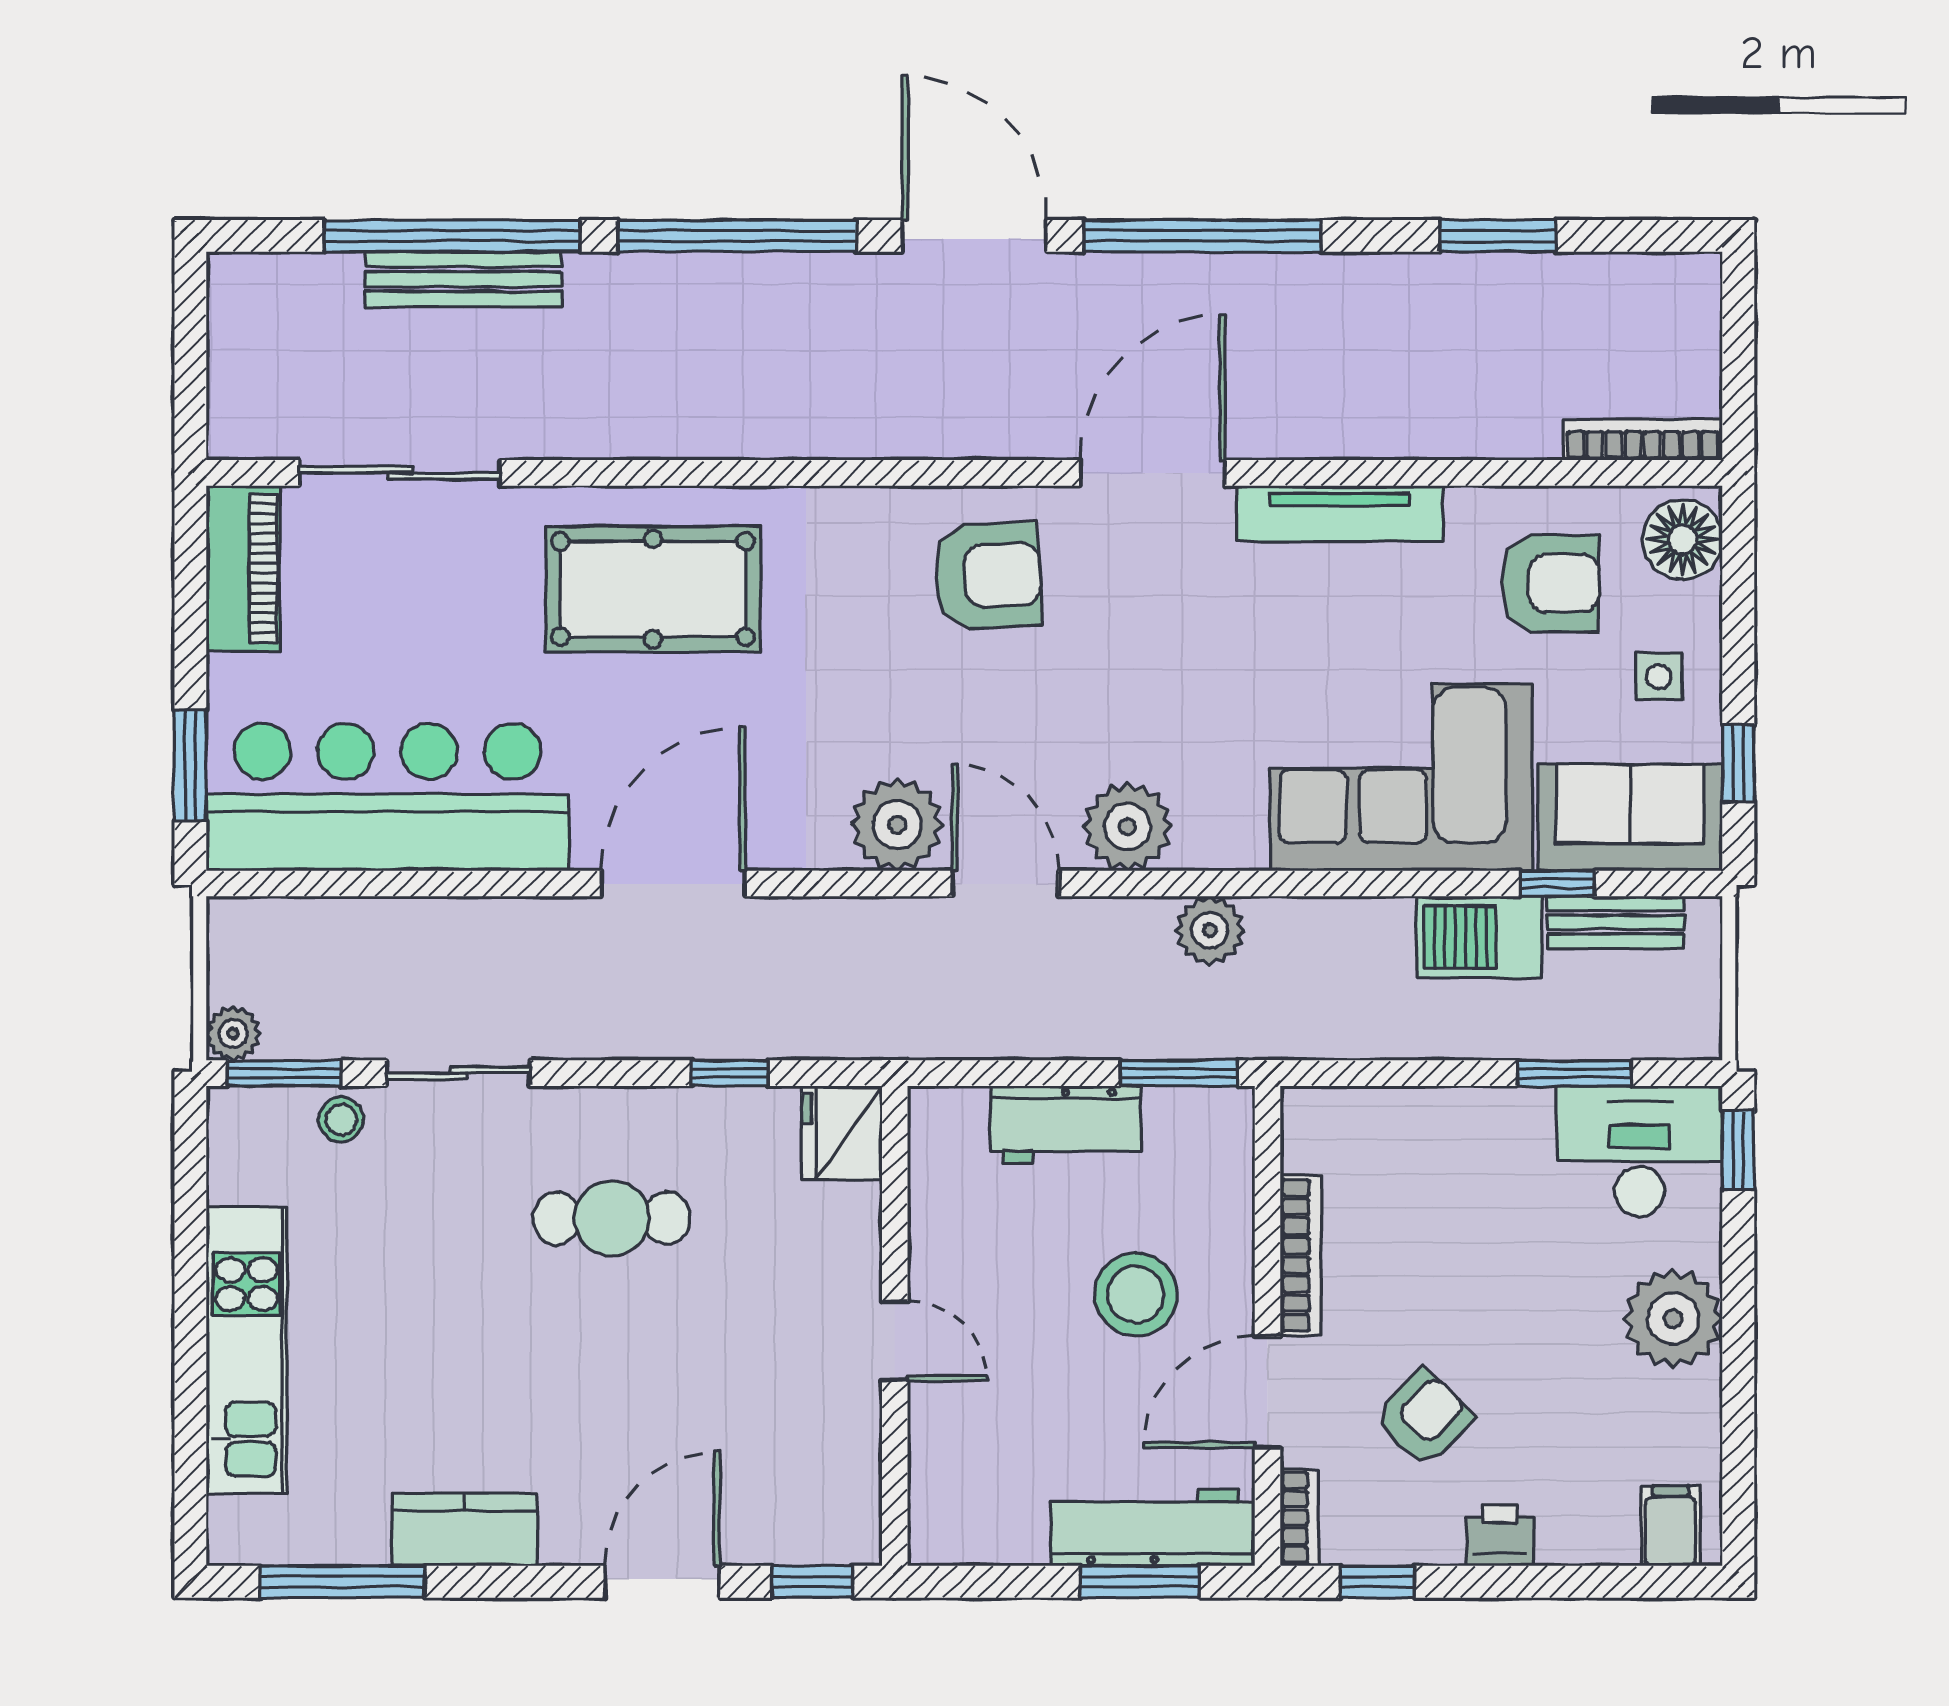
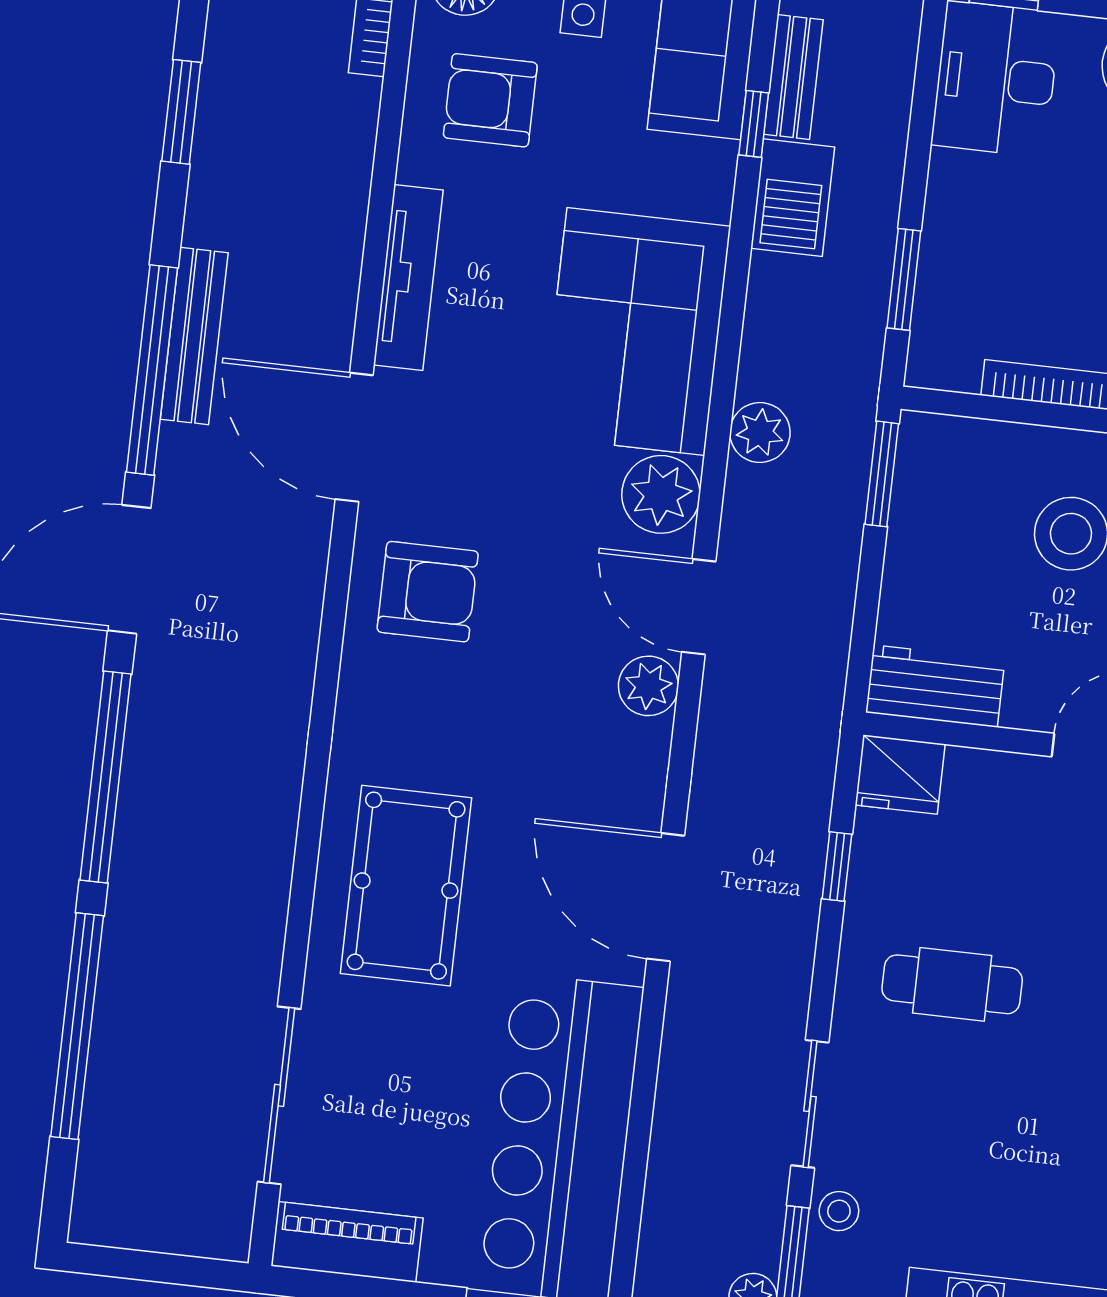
bench: (463, 279) -> (194, 336), moved
armchair: (988, 576) -> (428, 592), turned 93
armchair: (1550, 583) -> (490, 100), turned -90
corner sofa: (1401, 777) -> (636, 331), moved
plant: (897, 825) -> (648, 686), width x0.73, depth x0.73
door: (1005, 884) -> (699, 607), hinge flipped
window: (1574, 1073) -> (904, 279), moved
workbench: (1066, 1125) -> (935, 686), moved, turned -90
cafe table: (612, 1218) -> (952, 984), turned 90

